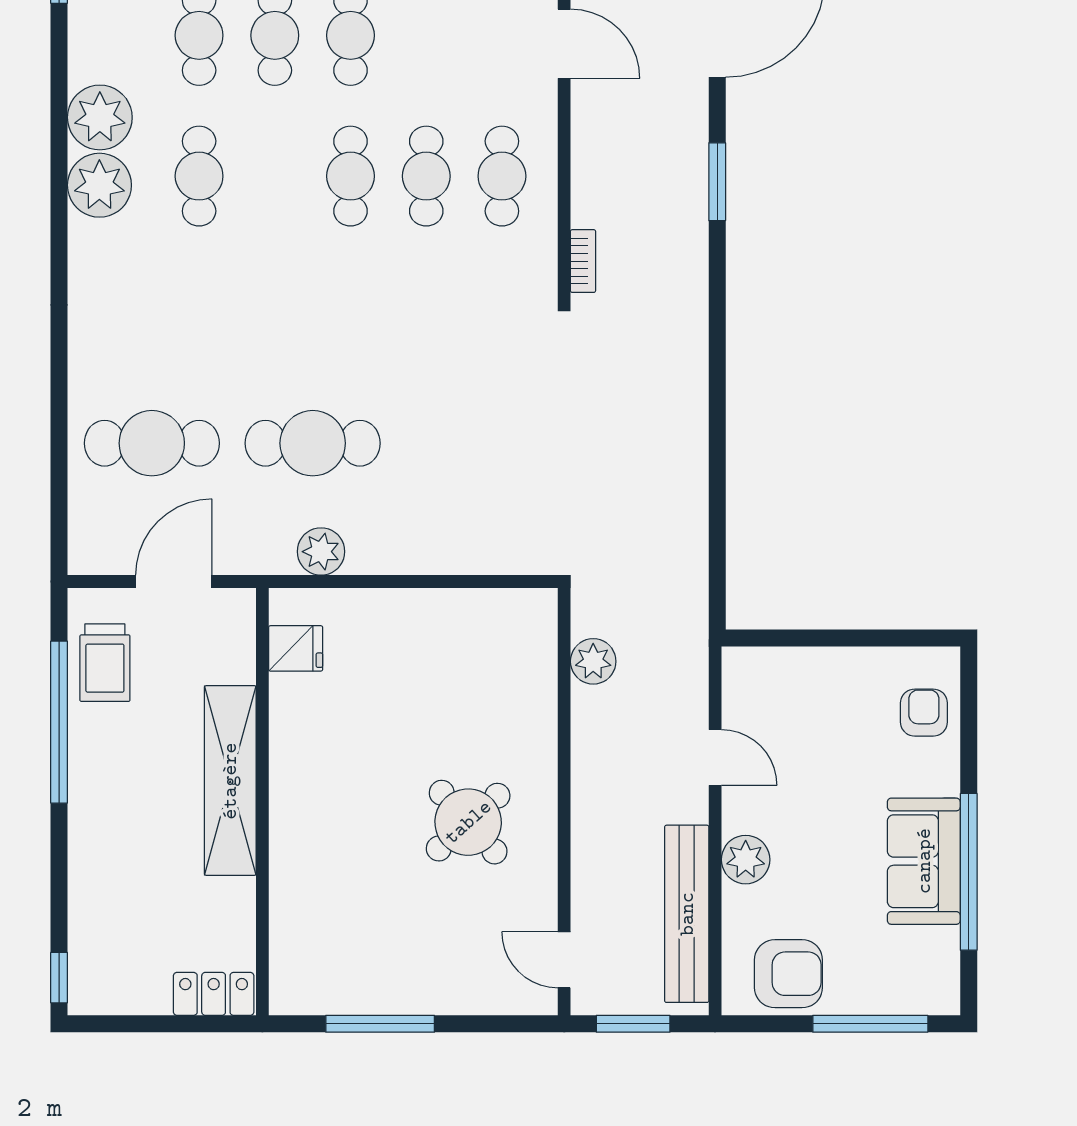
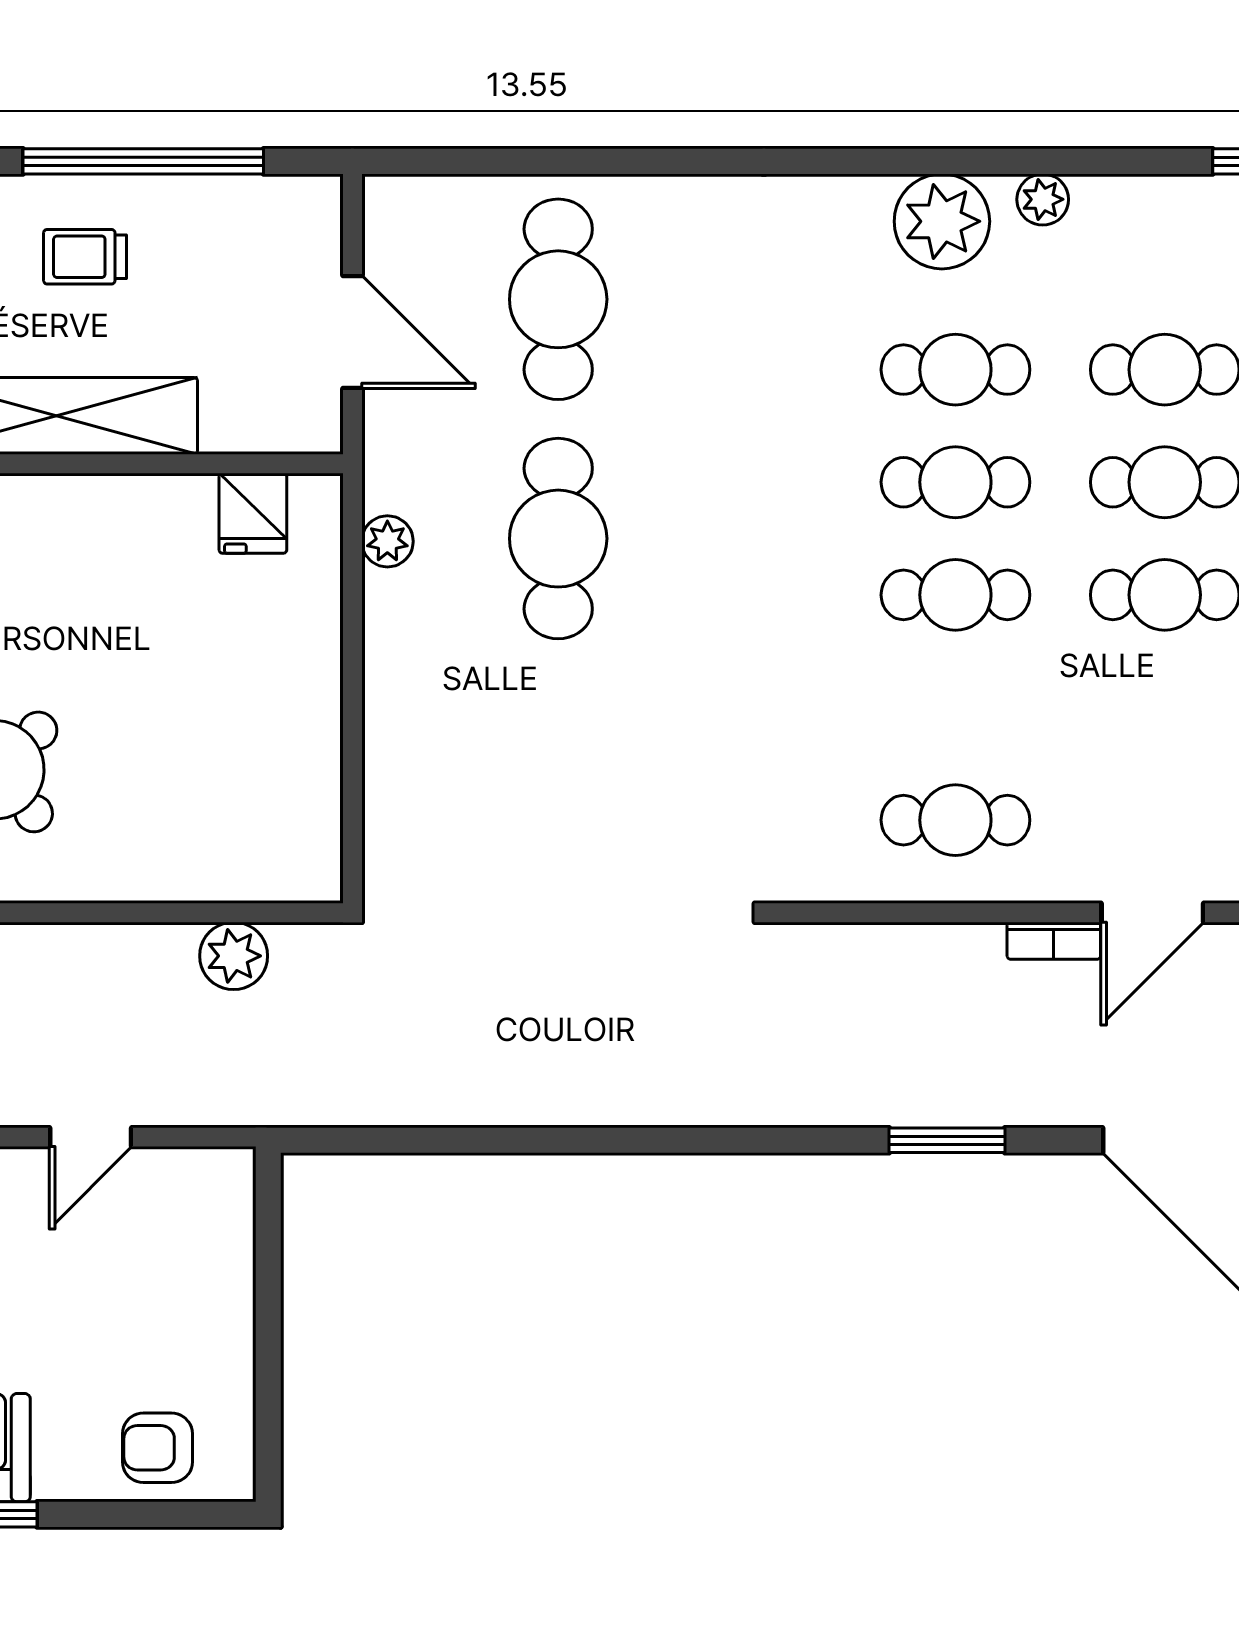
plant: (100, 117) -> (1043, 199), width x0.53, depth x0.53
cafe table: (426, 176) -> (955, 482), moved
bookcase: (583, 261) -> (1054, 941), moved
plant: (321, 552) -> (387, 541), width x0.73, depth x0.73
trolley: (105, 663) -> (85, 257), moved, width x0.73, depth x0.72
armchair: (924, 713) -> (157, 1448), turned 180

